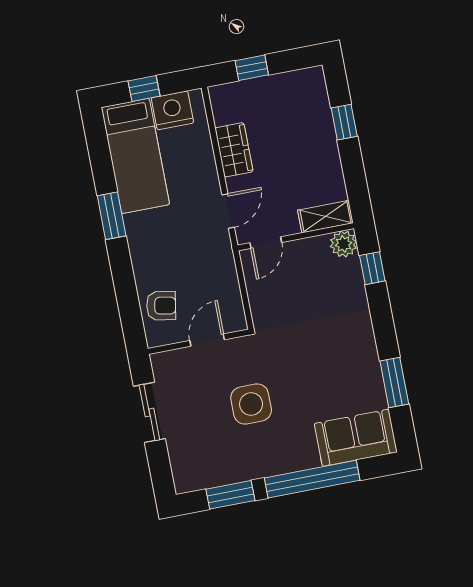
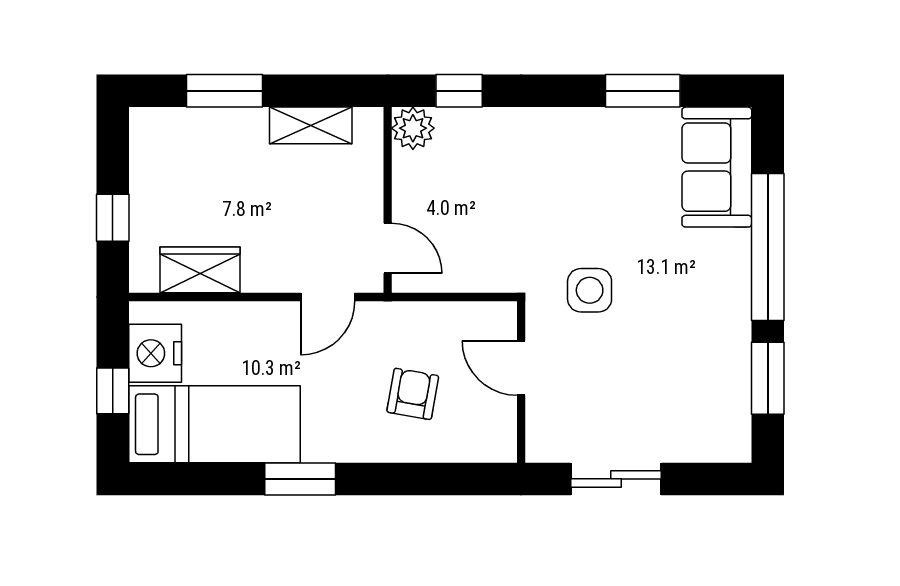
window: (344, 122) -> (224, 91), width x1.50
wardrobe: (234, 150) -> (200, 270), moved
door: (228, 211) -> (328, 297), swing flipped
shelving: (325, 217) -> (311, 125), moved, turned 90
armchair: (161, 306) -> (413, 394), moved
side table: (251, 404) -> (590, 290), moved, width x0.73, depth x0.73

